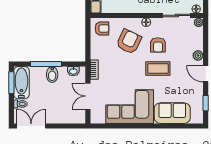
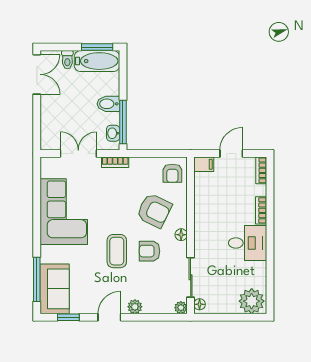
window: (46, 64) -> (123, 122), moved
sofa: (172, 113) -> (55, 289), moved
window: (178, 126) -> (37, 279), added

